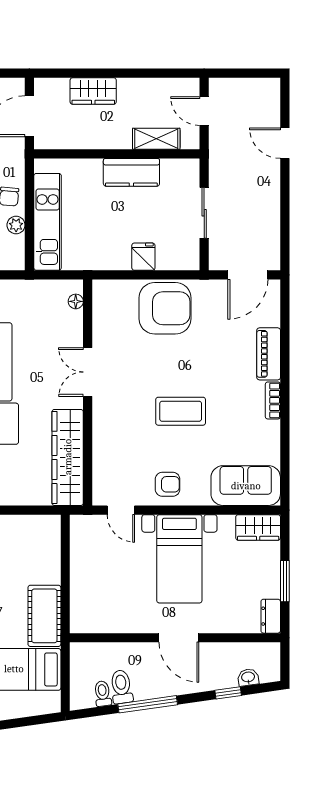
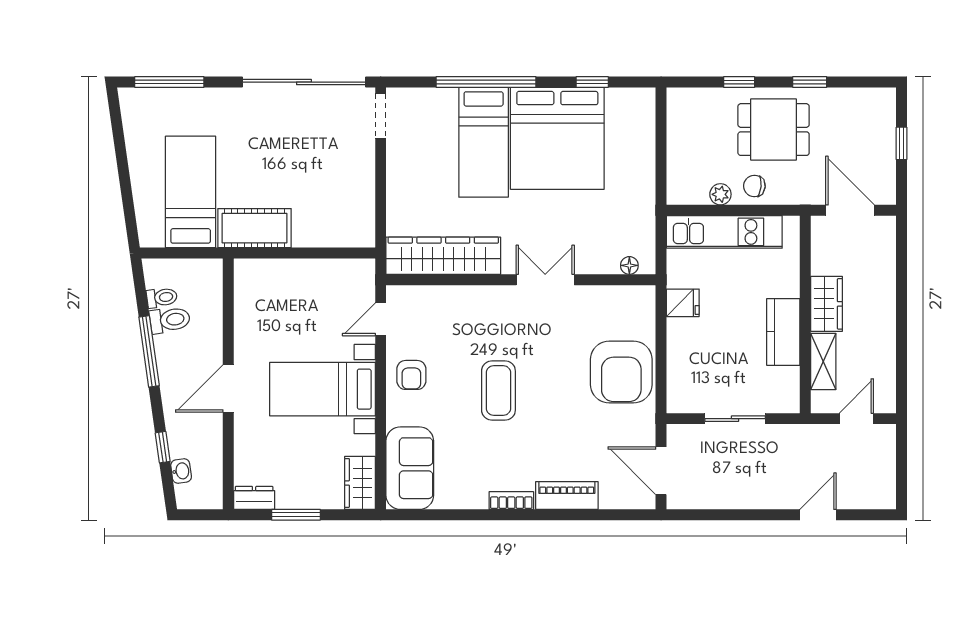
wardrobe: (93, 91) -> (827, 304), moved, turned 180
fridge: (143, 257) -> (683, 303), moved

